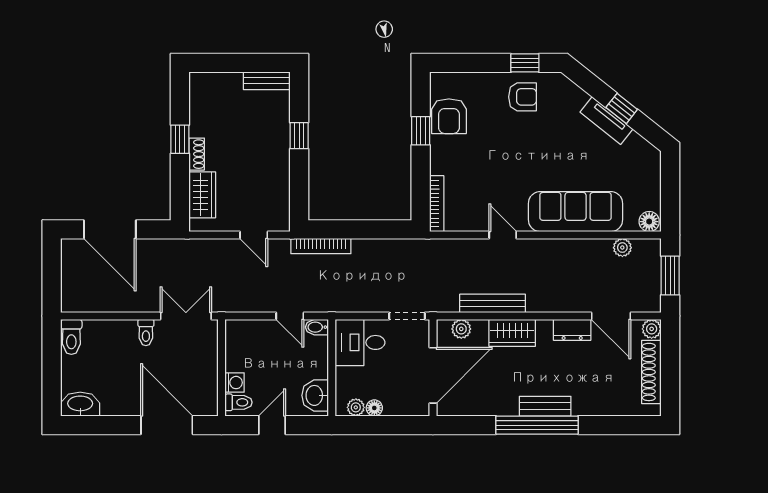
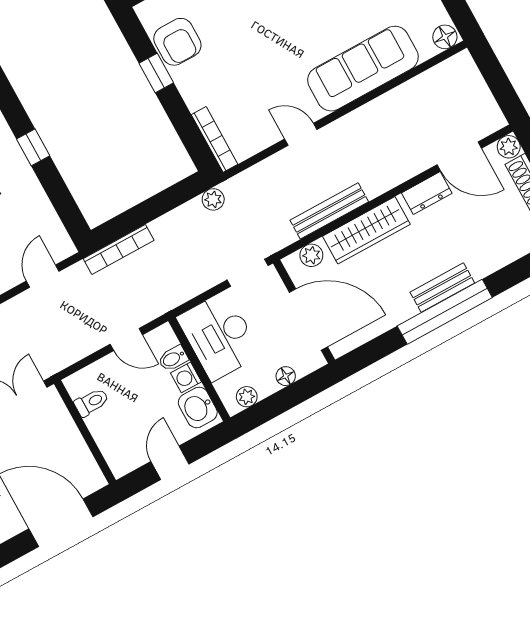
door: (254, 235) -> (43, 276), swing flipped
plant: (622, 248) -> (213, 199), moved
window: (670, 276) -> (498, 81), removed
bidet: (317, 327) -> (173, 358), moved
wardrobe: (512, 333) -> (366, 230), width x1.50
desk: (360, 342) -> (219, 336), width x1.37
door: (433, 375) -> (308, 320), hinge flipped
washing machine: (235, 383) -> (186, 377), moved, turned 180
toilet: (238, 402) -> (91, 402), moved
floor lamp: (374, 408) -> (286, 376), moved

